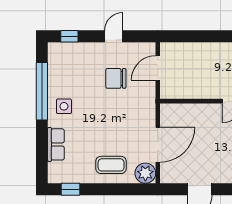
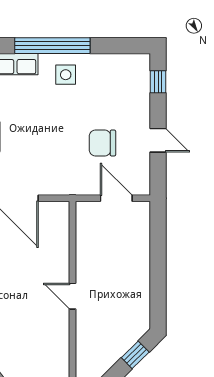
chair: (116, 78) -> (102, 143), turned -90
window: (42, 91) -> (52, 46), moved

